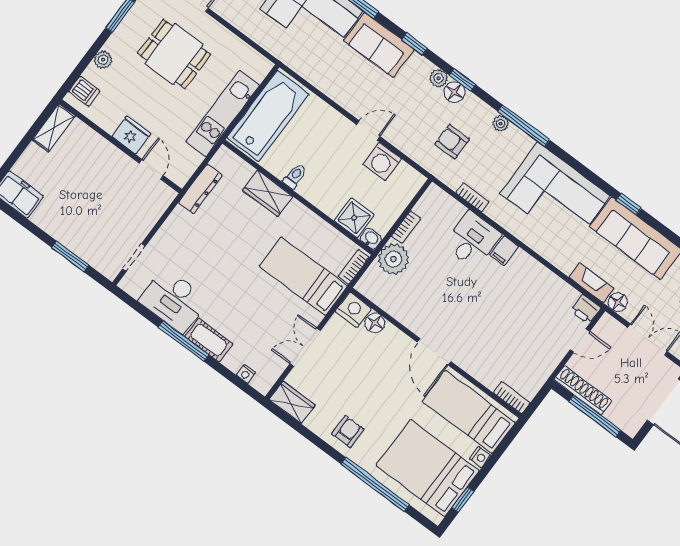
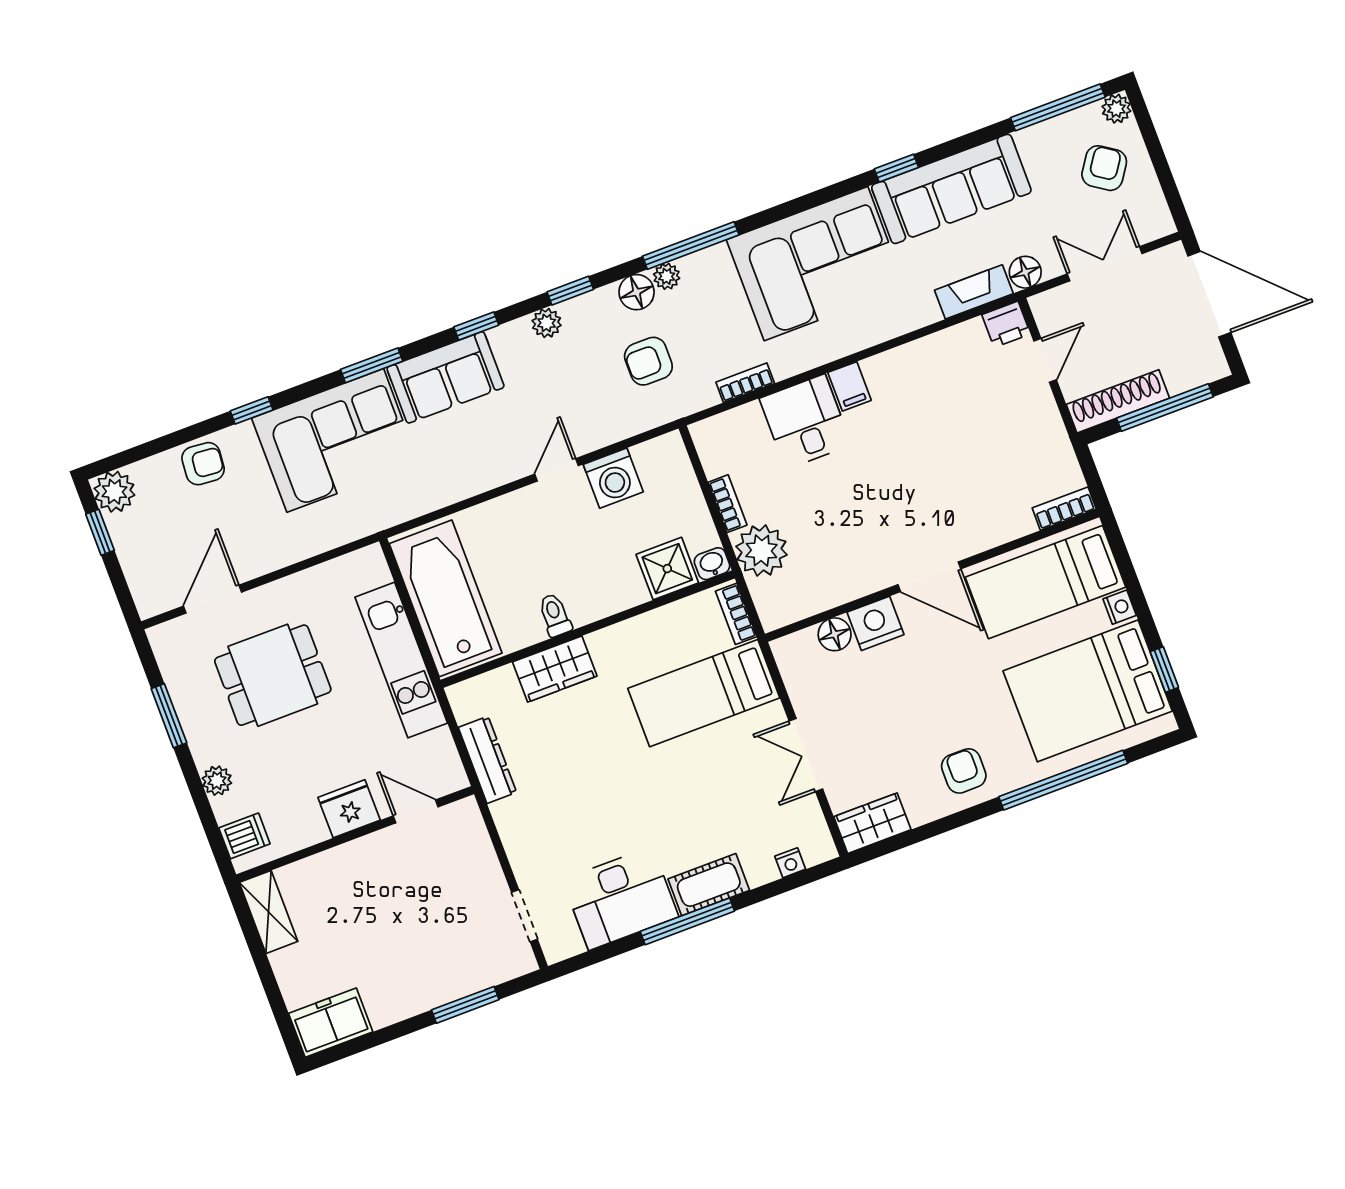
floor lamp: (454, 92) -> (637, 292), moved
nightstand: (353, 310) -> (875, 623), moved

